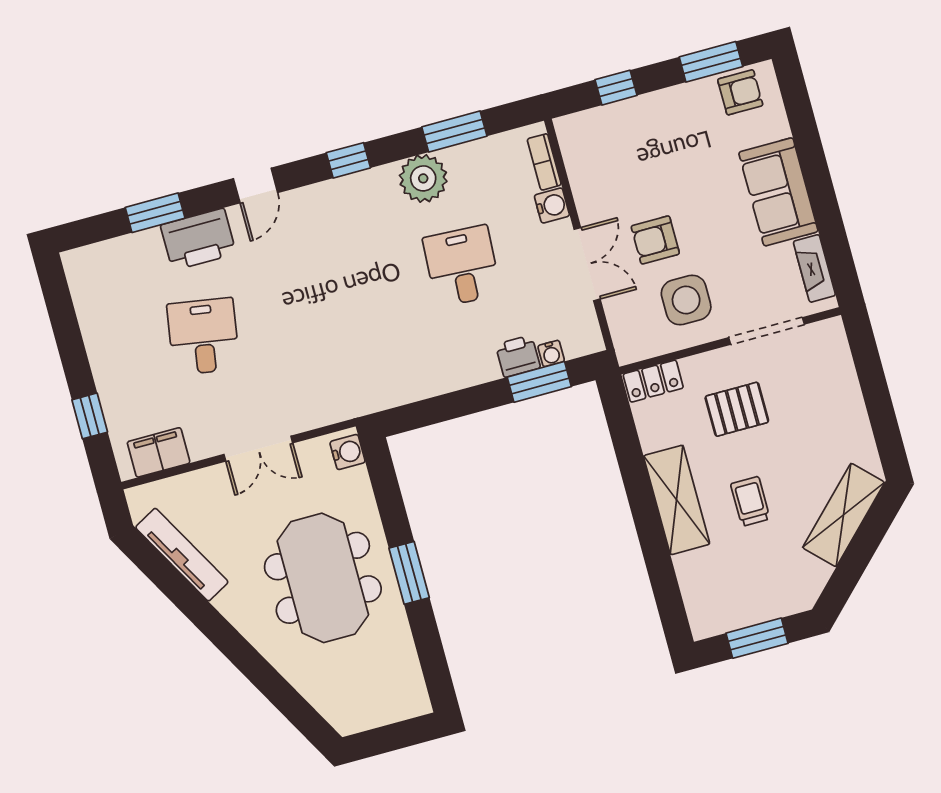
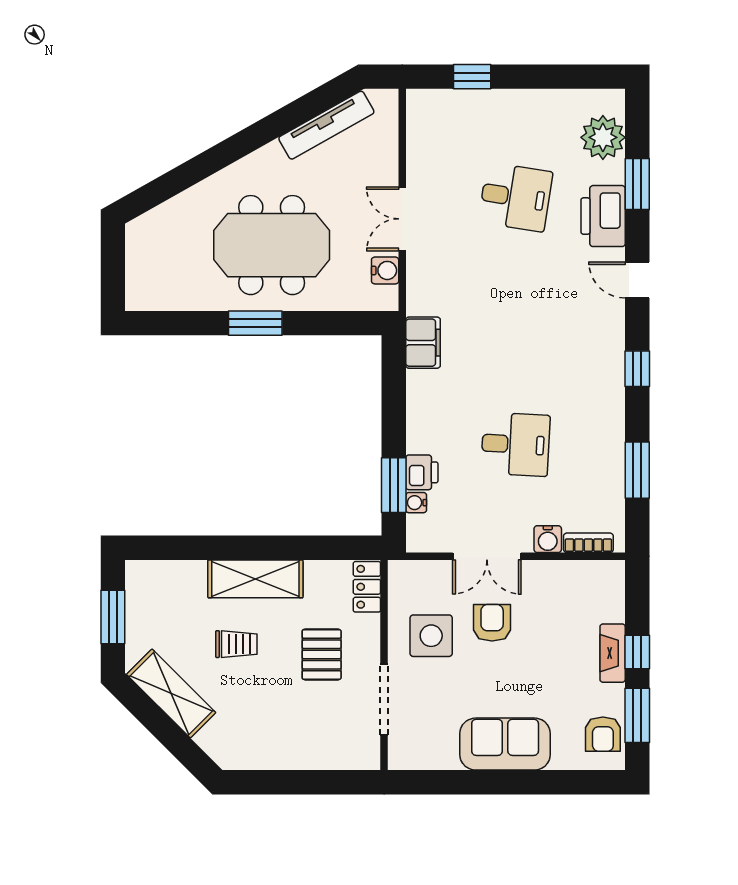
window: (616, 88) -> (637, 652), moved
plant: (423, 178) -> (603, 137), moved
fireplace: (814, 268) -> (613, 653), moved, turned -90
filing cabinet: (159, 452) -> (423, 343), moved
water cooler: (348, 452) -> (385, 270), moved, turned -90
shelving: (844, 515) -> (171, 693), moved

